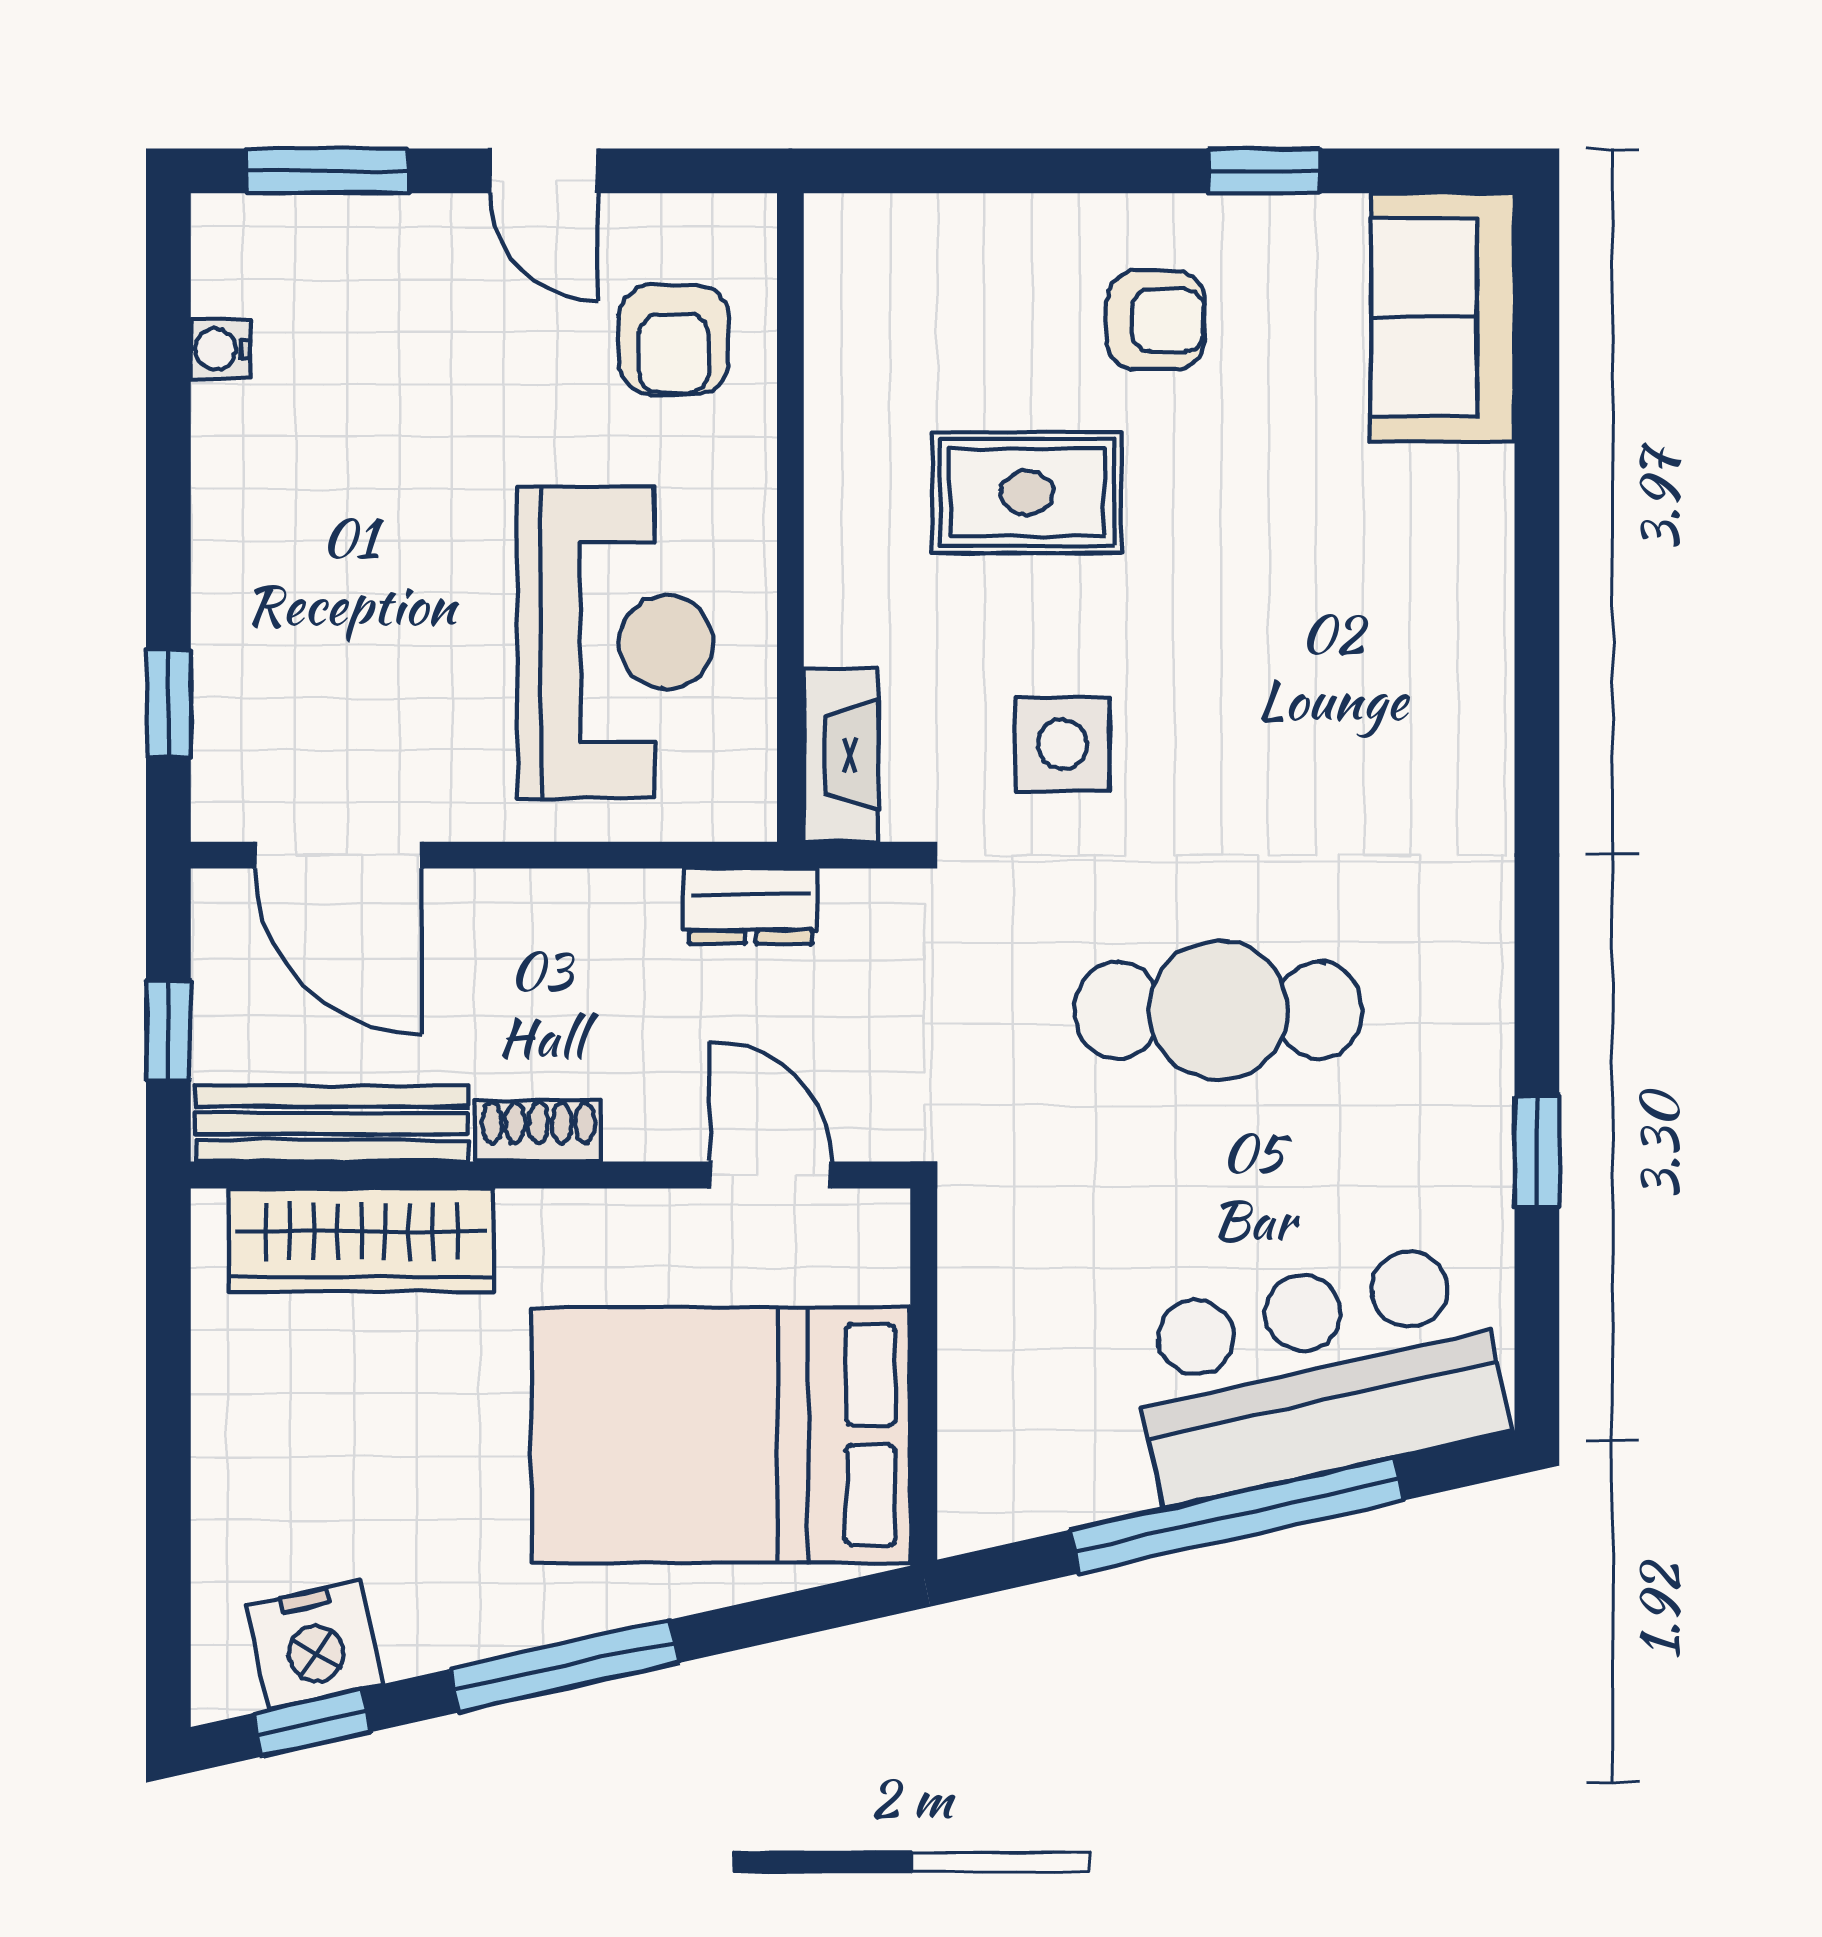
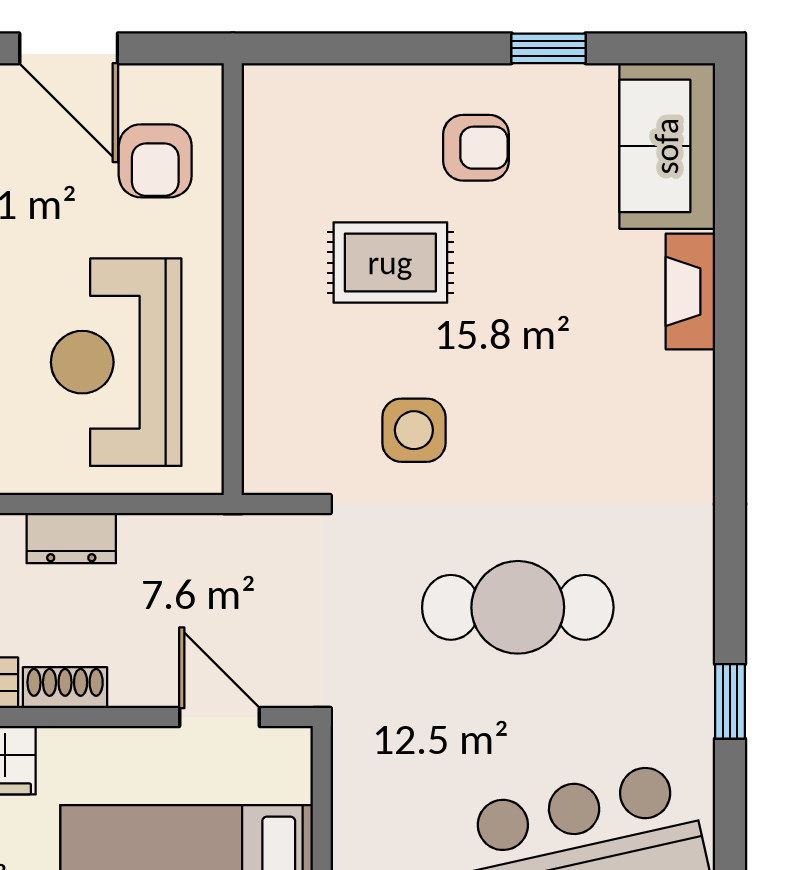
door: (544, 171) -> (69, 48), width x1.38
reception desk: (615, 642) -> (116, 362), turned 180
fireplace: (841, 755) -> (690, 291), moved, turned 180
dresser: (751, 906) -> (71, 538), moved

